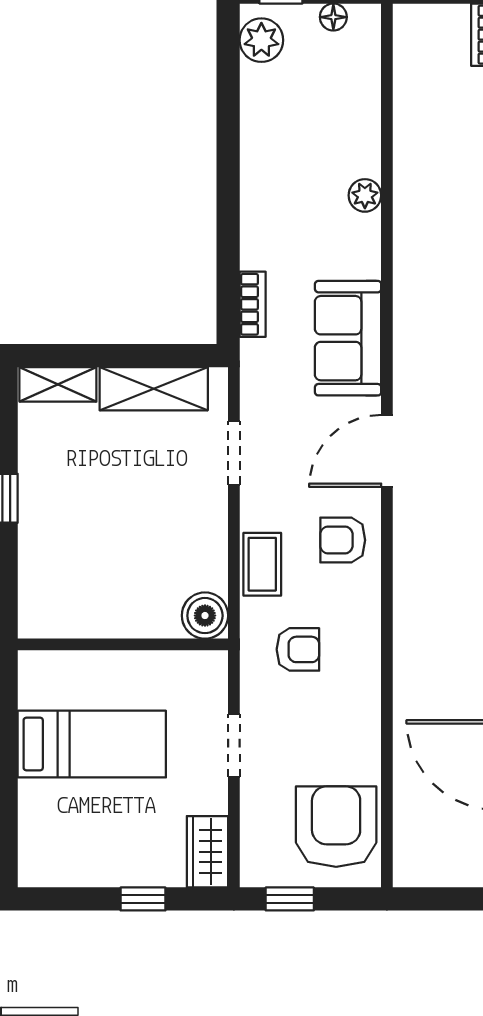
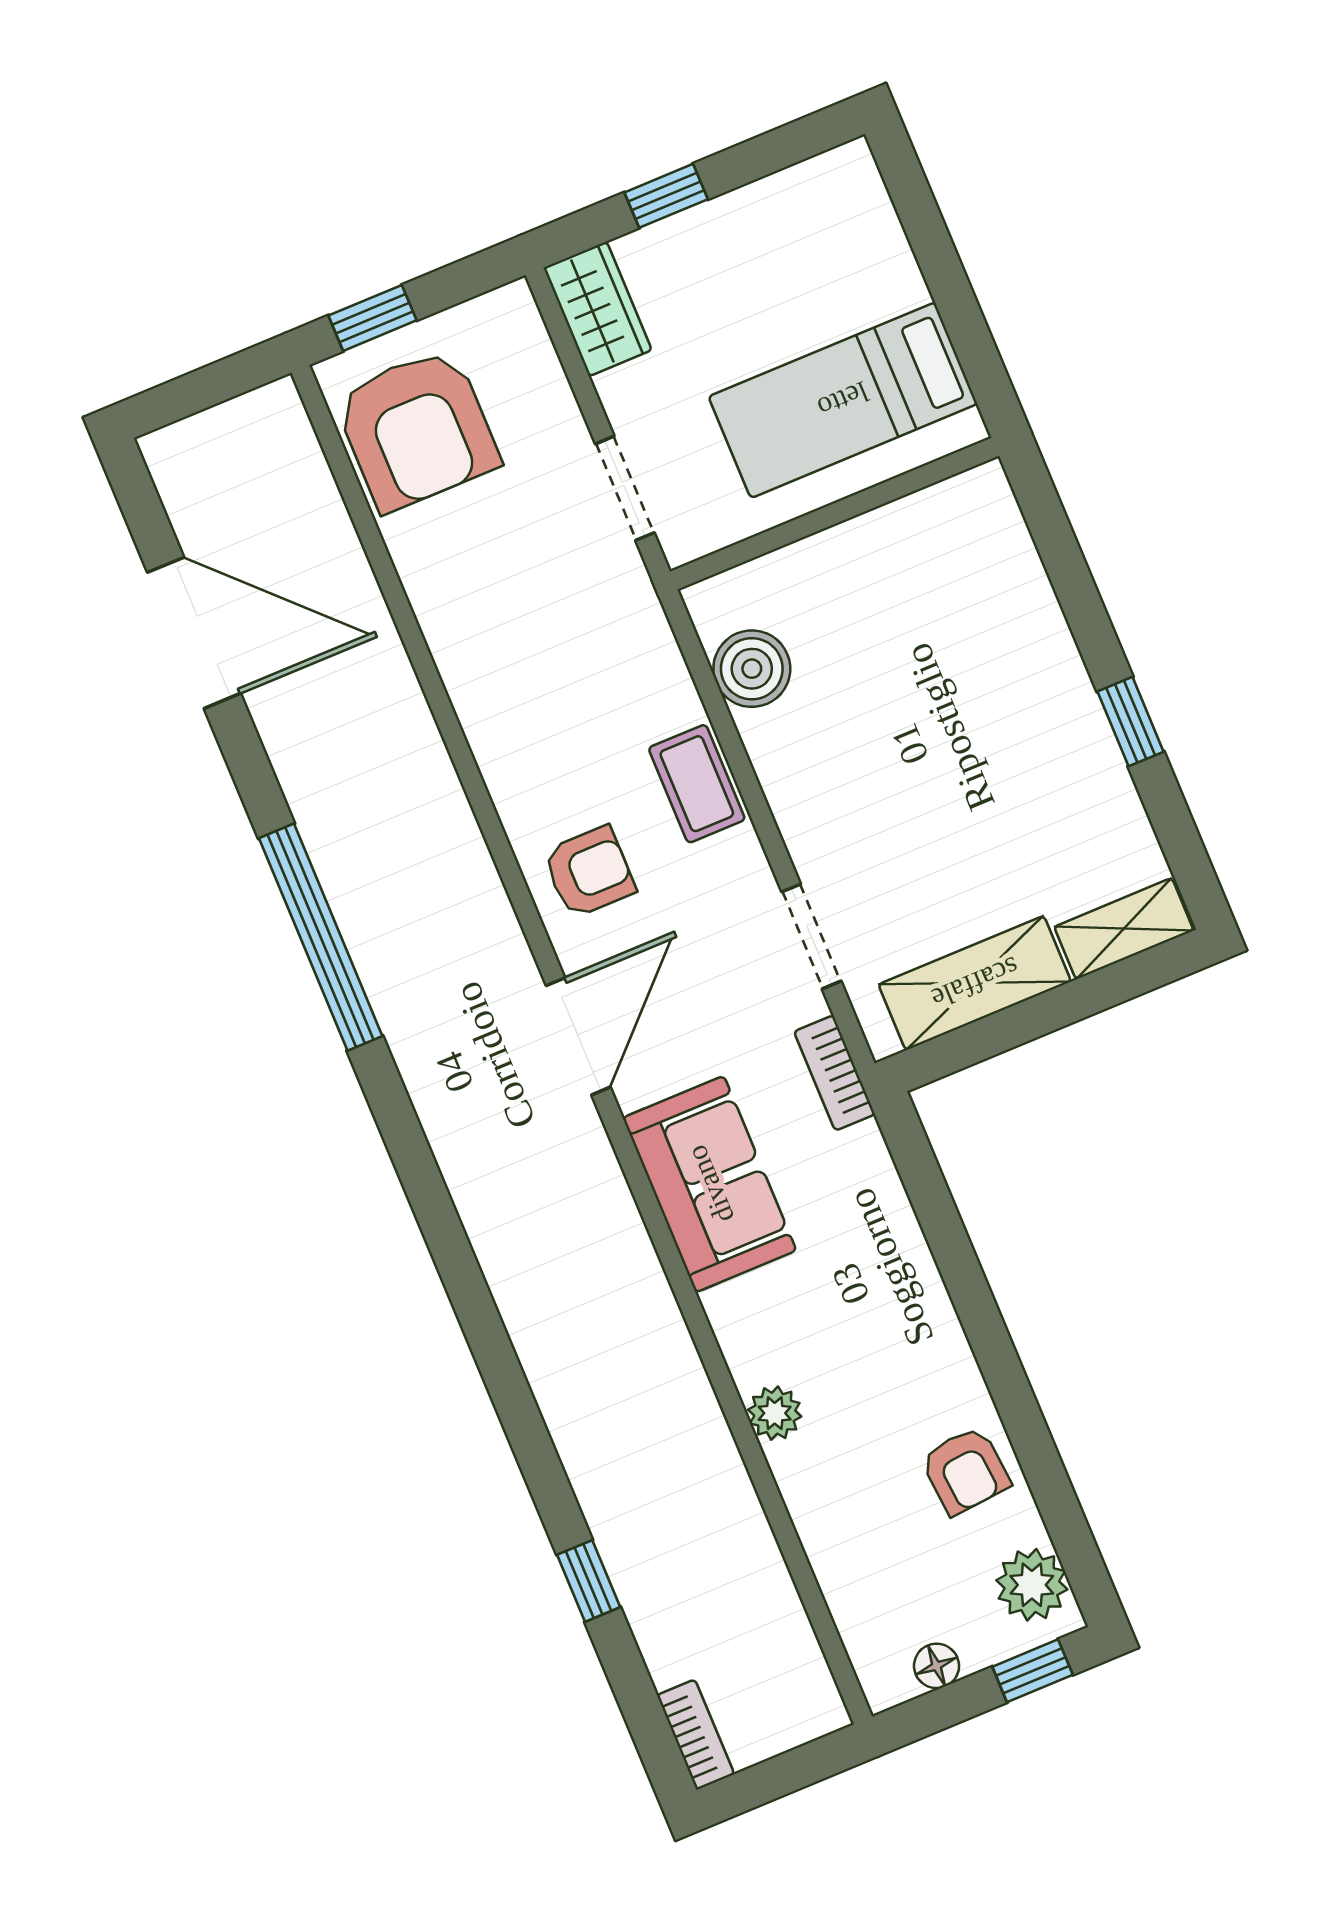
bookcase: (253, 304) -> (834, 1073), moved
wall: (123, 644) -> (835, 514), moved
armchair: (298, 649) -> (965, 1471), moved, turned -95
window: (290, 899) -> (373, 318), moved

